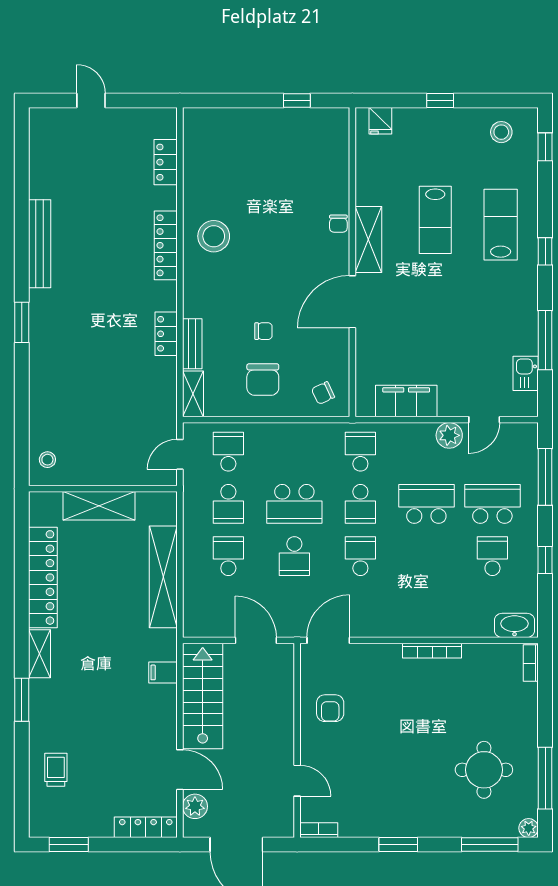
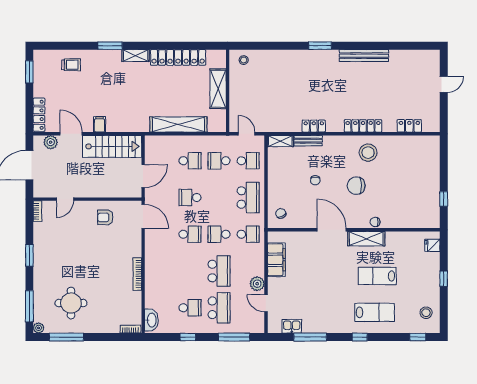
chair: (263, 380) -> (356, 186), moved
school desk: (294, 504) -> (248, 198), moved, turned 180
filing cabinet: (163, 672) -> (99, 124), moved
door: (180, 770) -> (71, 134), swing flipped

